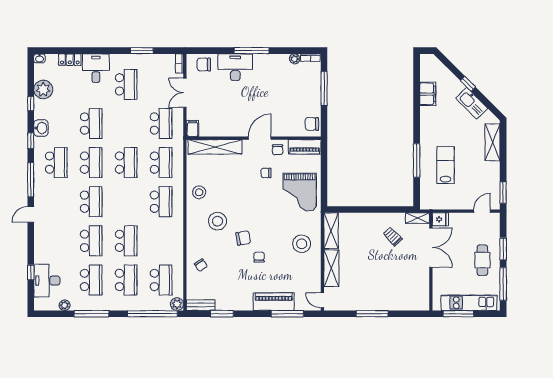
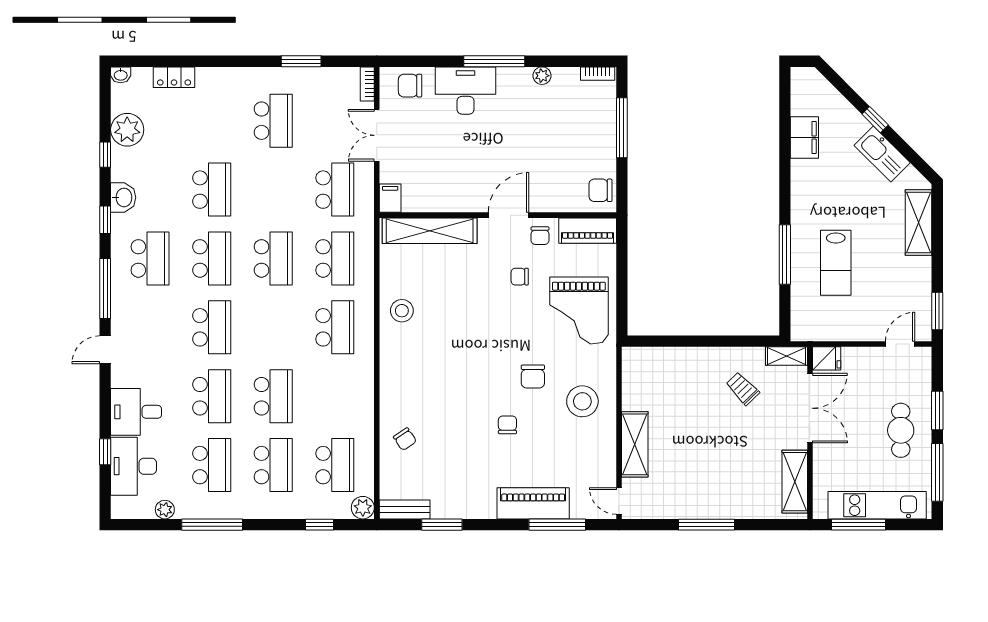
plant: (295, 59) -> (542, 76), moved
desk: (96, 68) -> (136, 412), moved, turned -90
lab bench: (446, 165) -> (836, 263), turned 180
stool: (218, 221) -> (434, 362), removed
shelving: (331, 231) -> (795, 482), moved
chair: (243, 238) -> (533, 377), moved, turned 100
window: (152, 314) -> (319, 525), width x0.32

